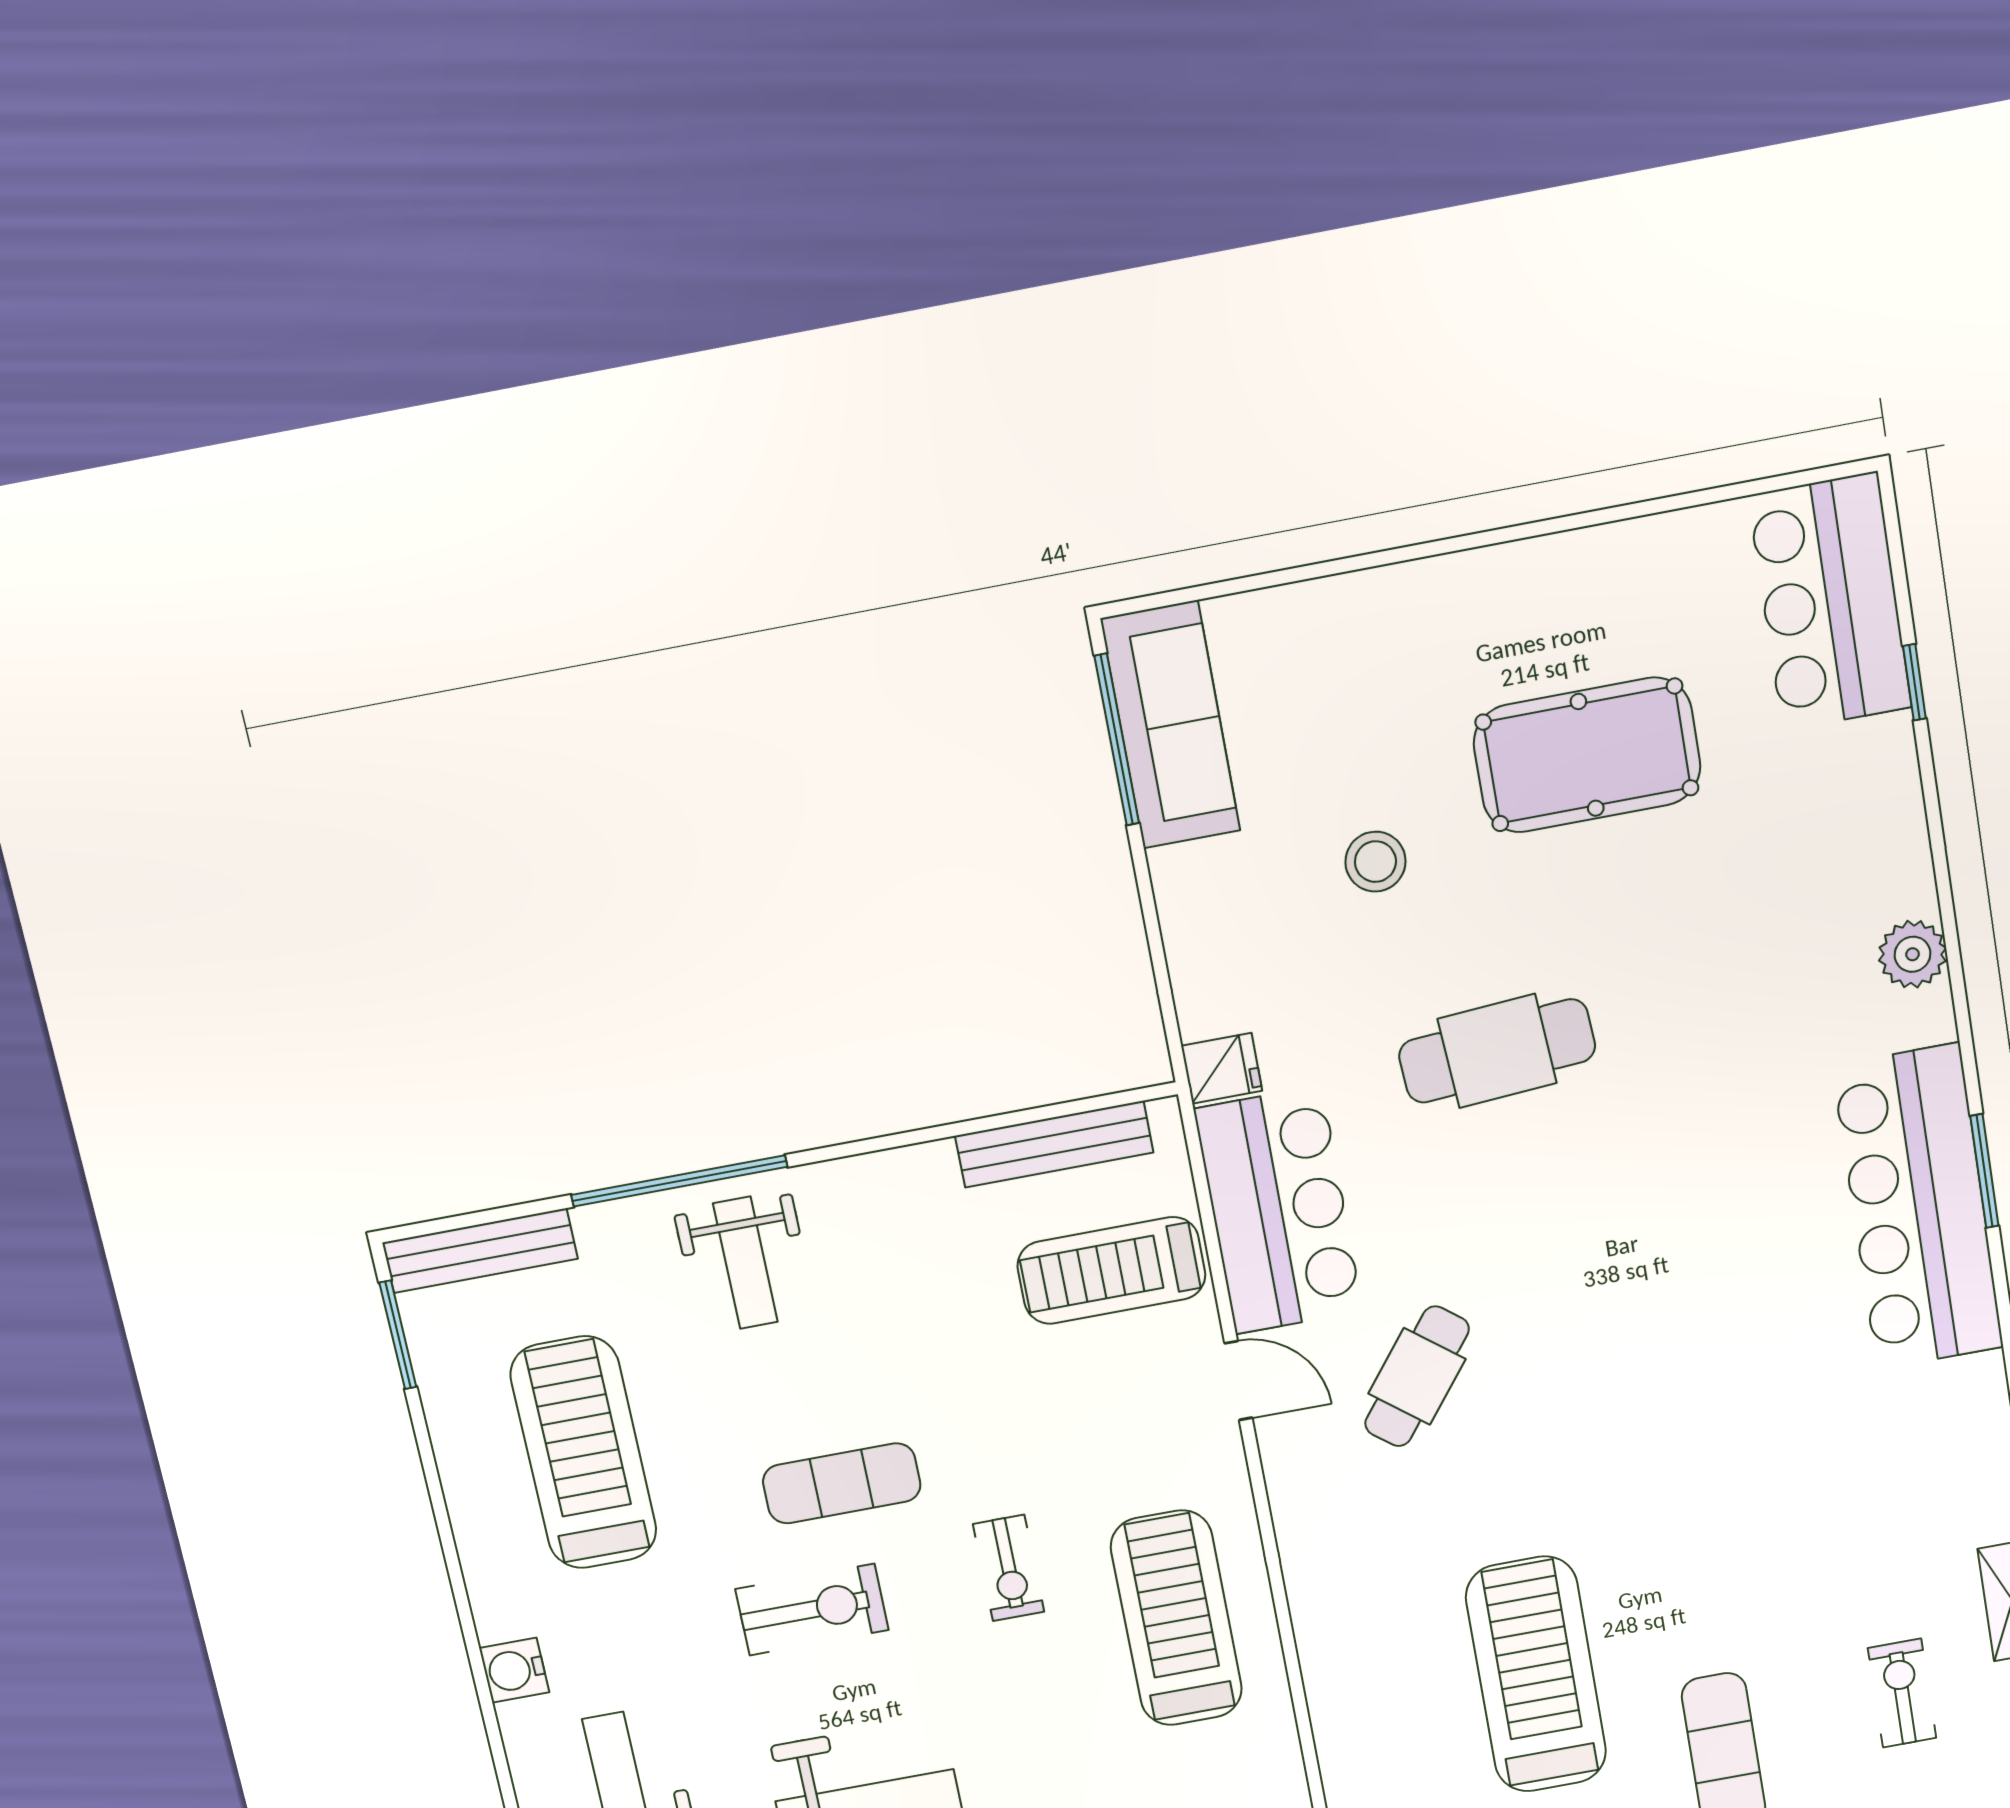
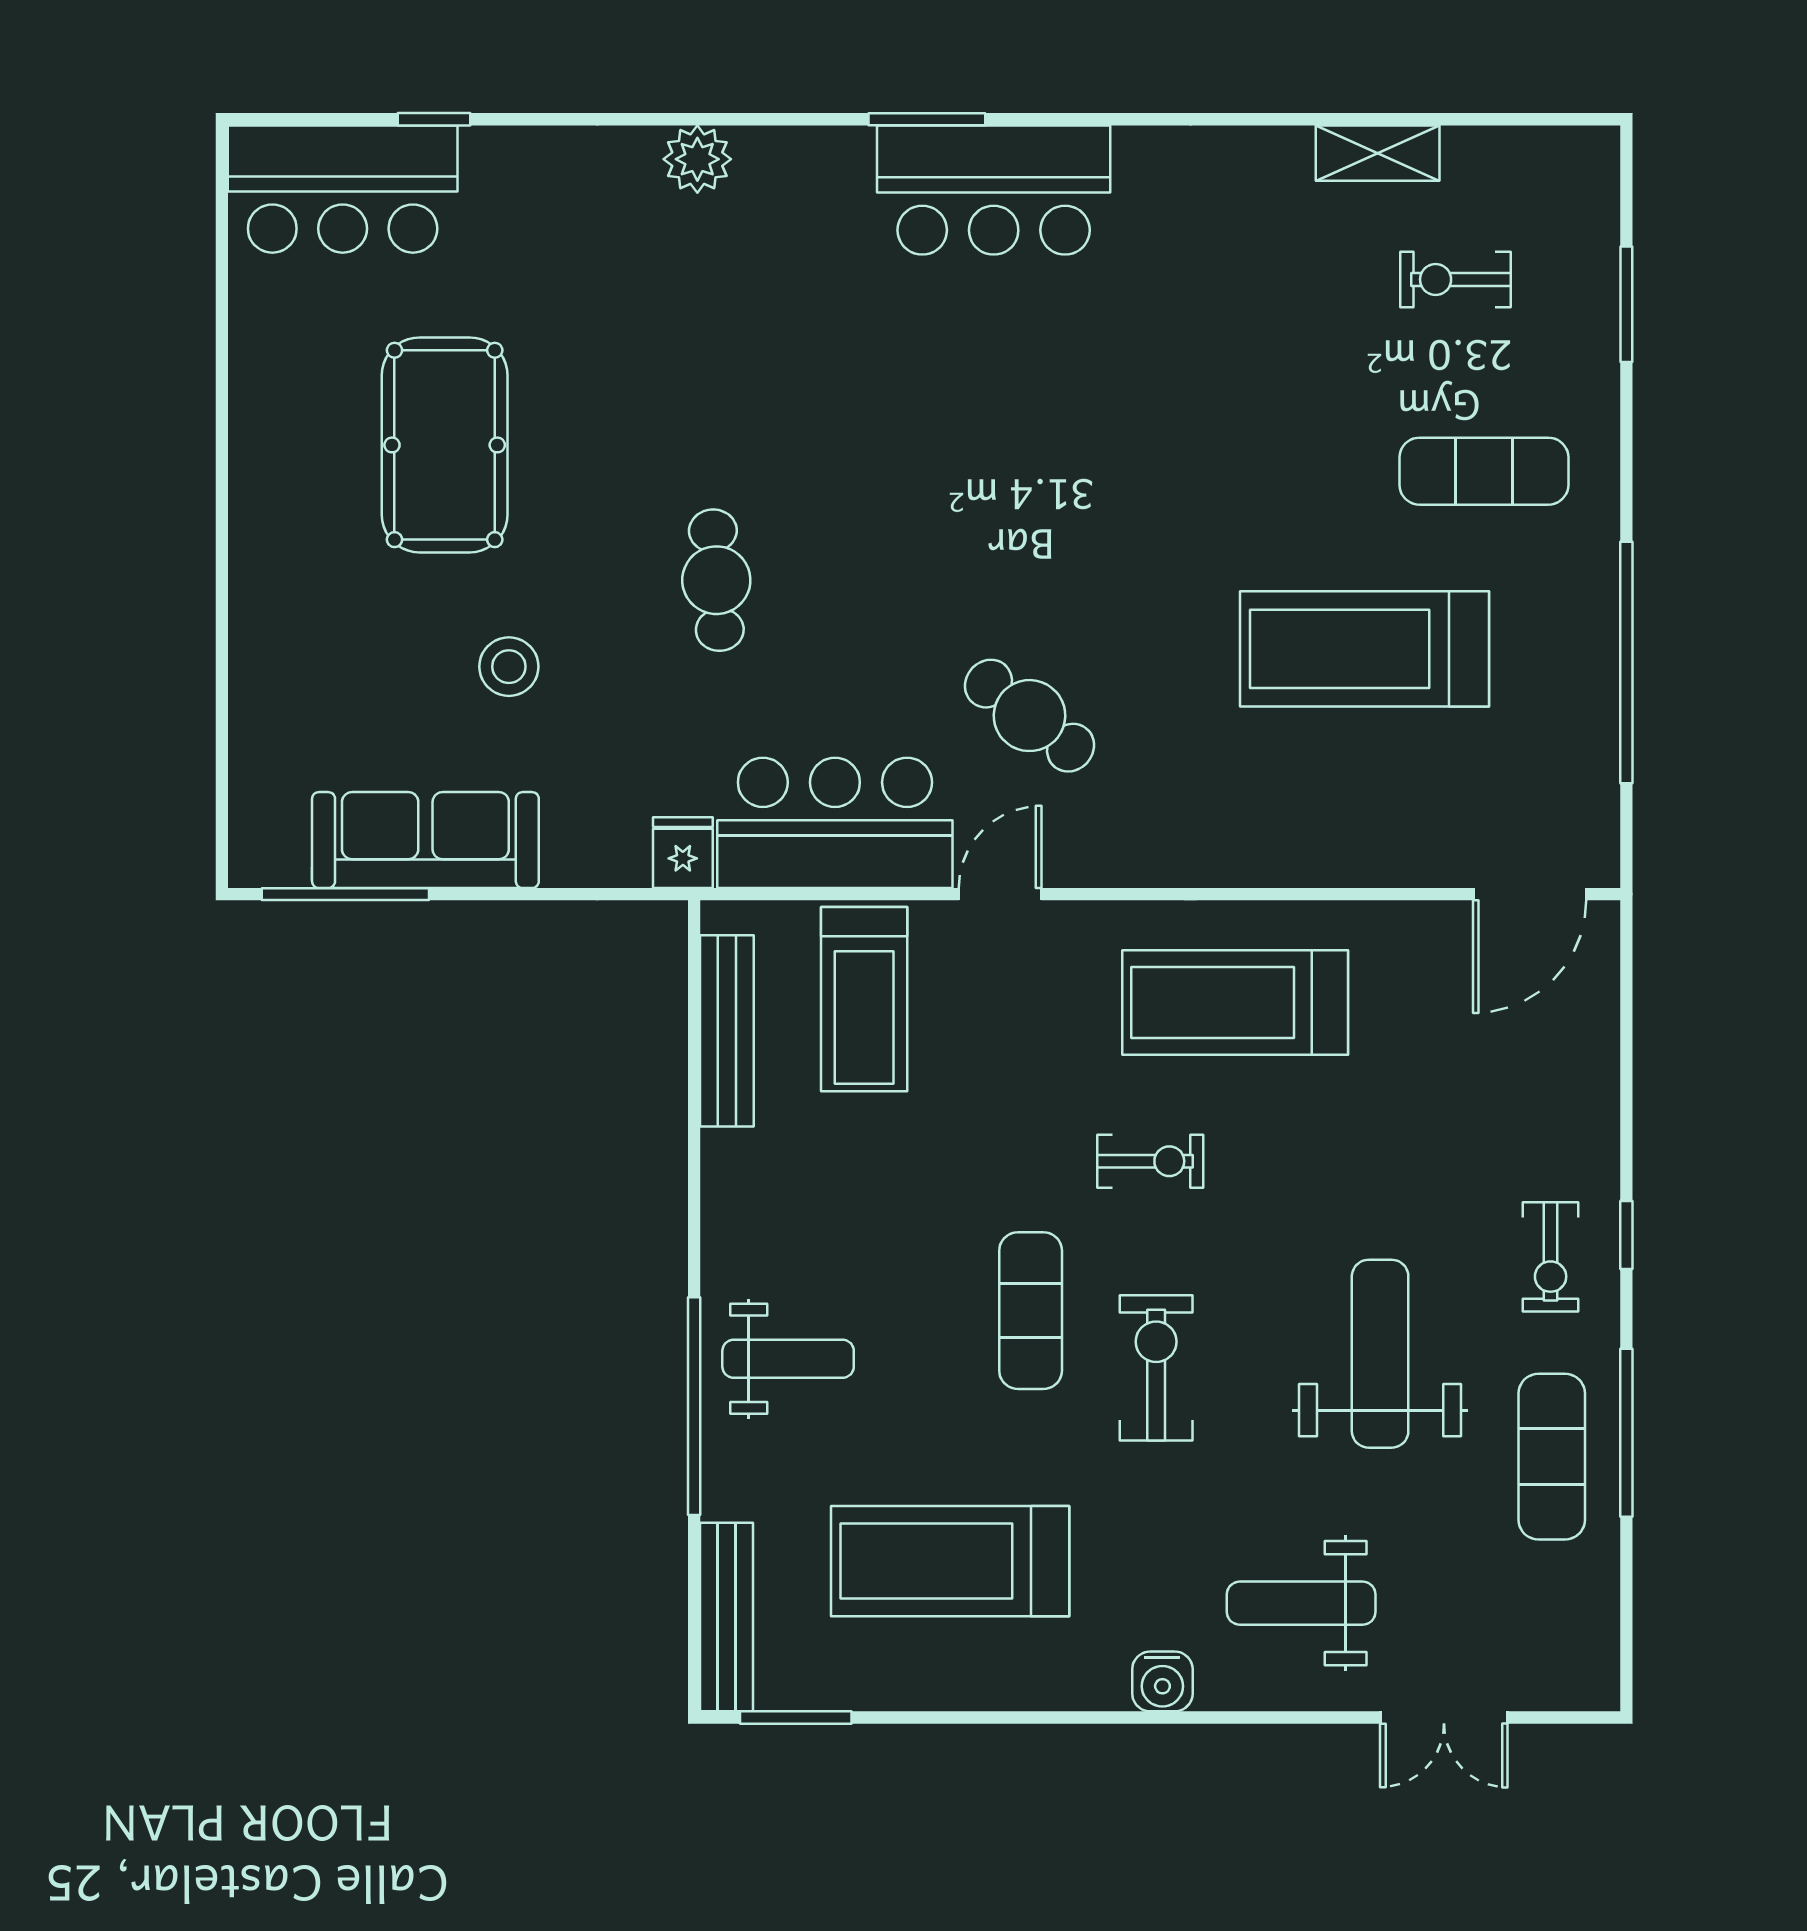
sofa: (1171, 725) -> (425, 840), moved
cafe table: (1497, 1051) -> (716, 580), width x0.73, depth x0.74
bar counter: (1918, 1207) -> (994, 190), width x0.73

